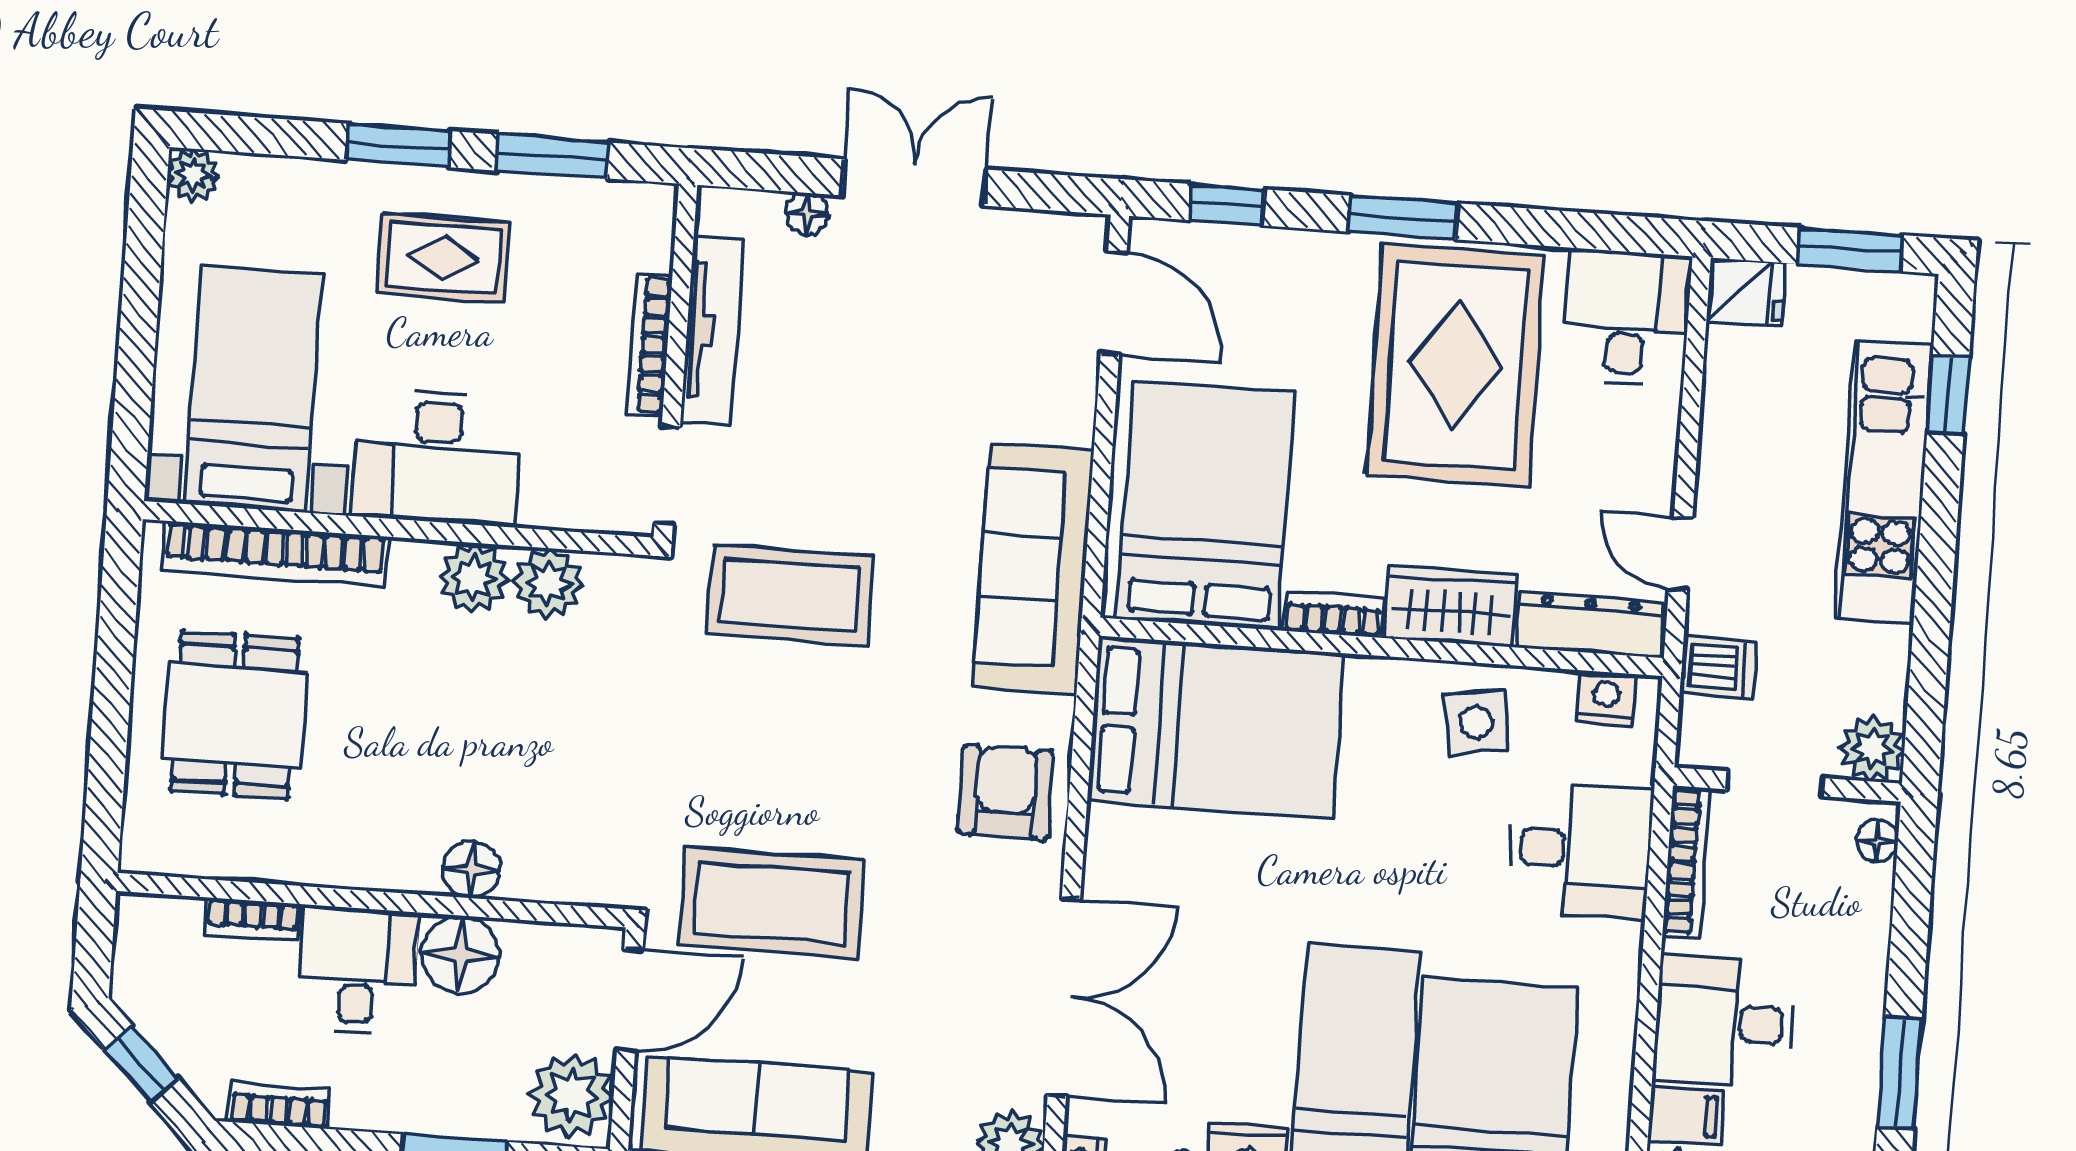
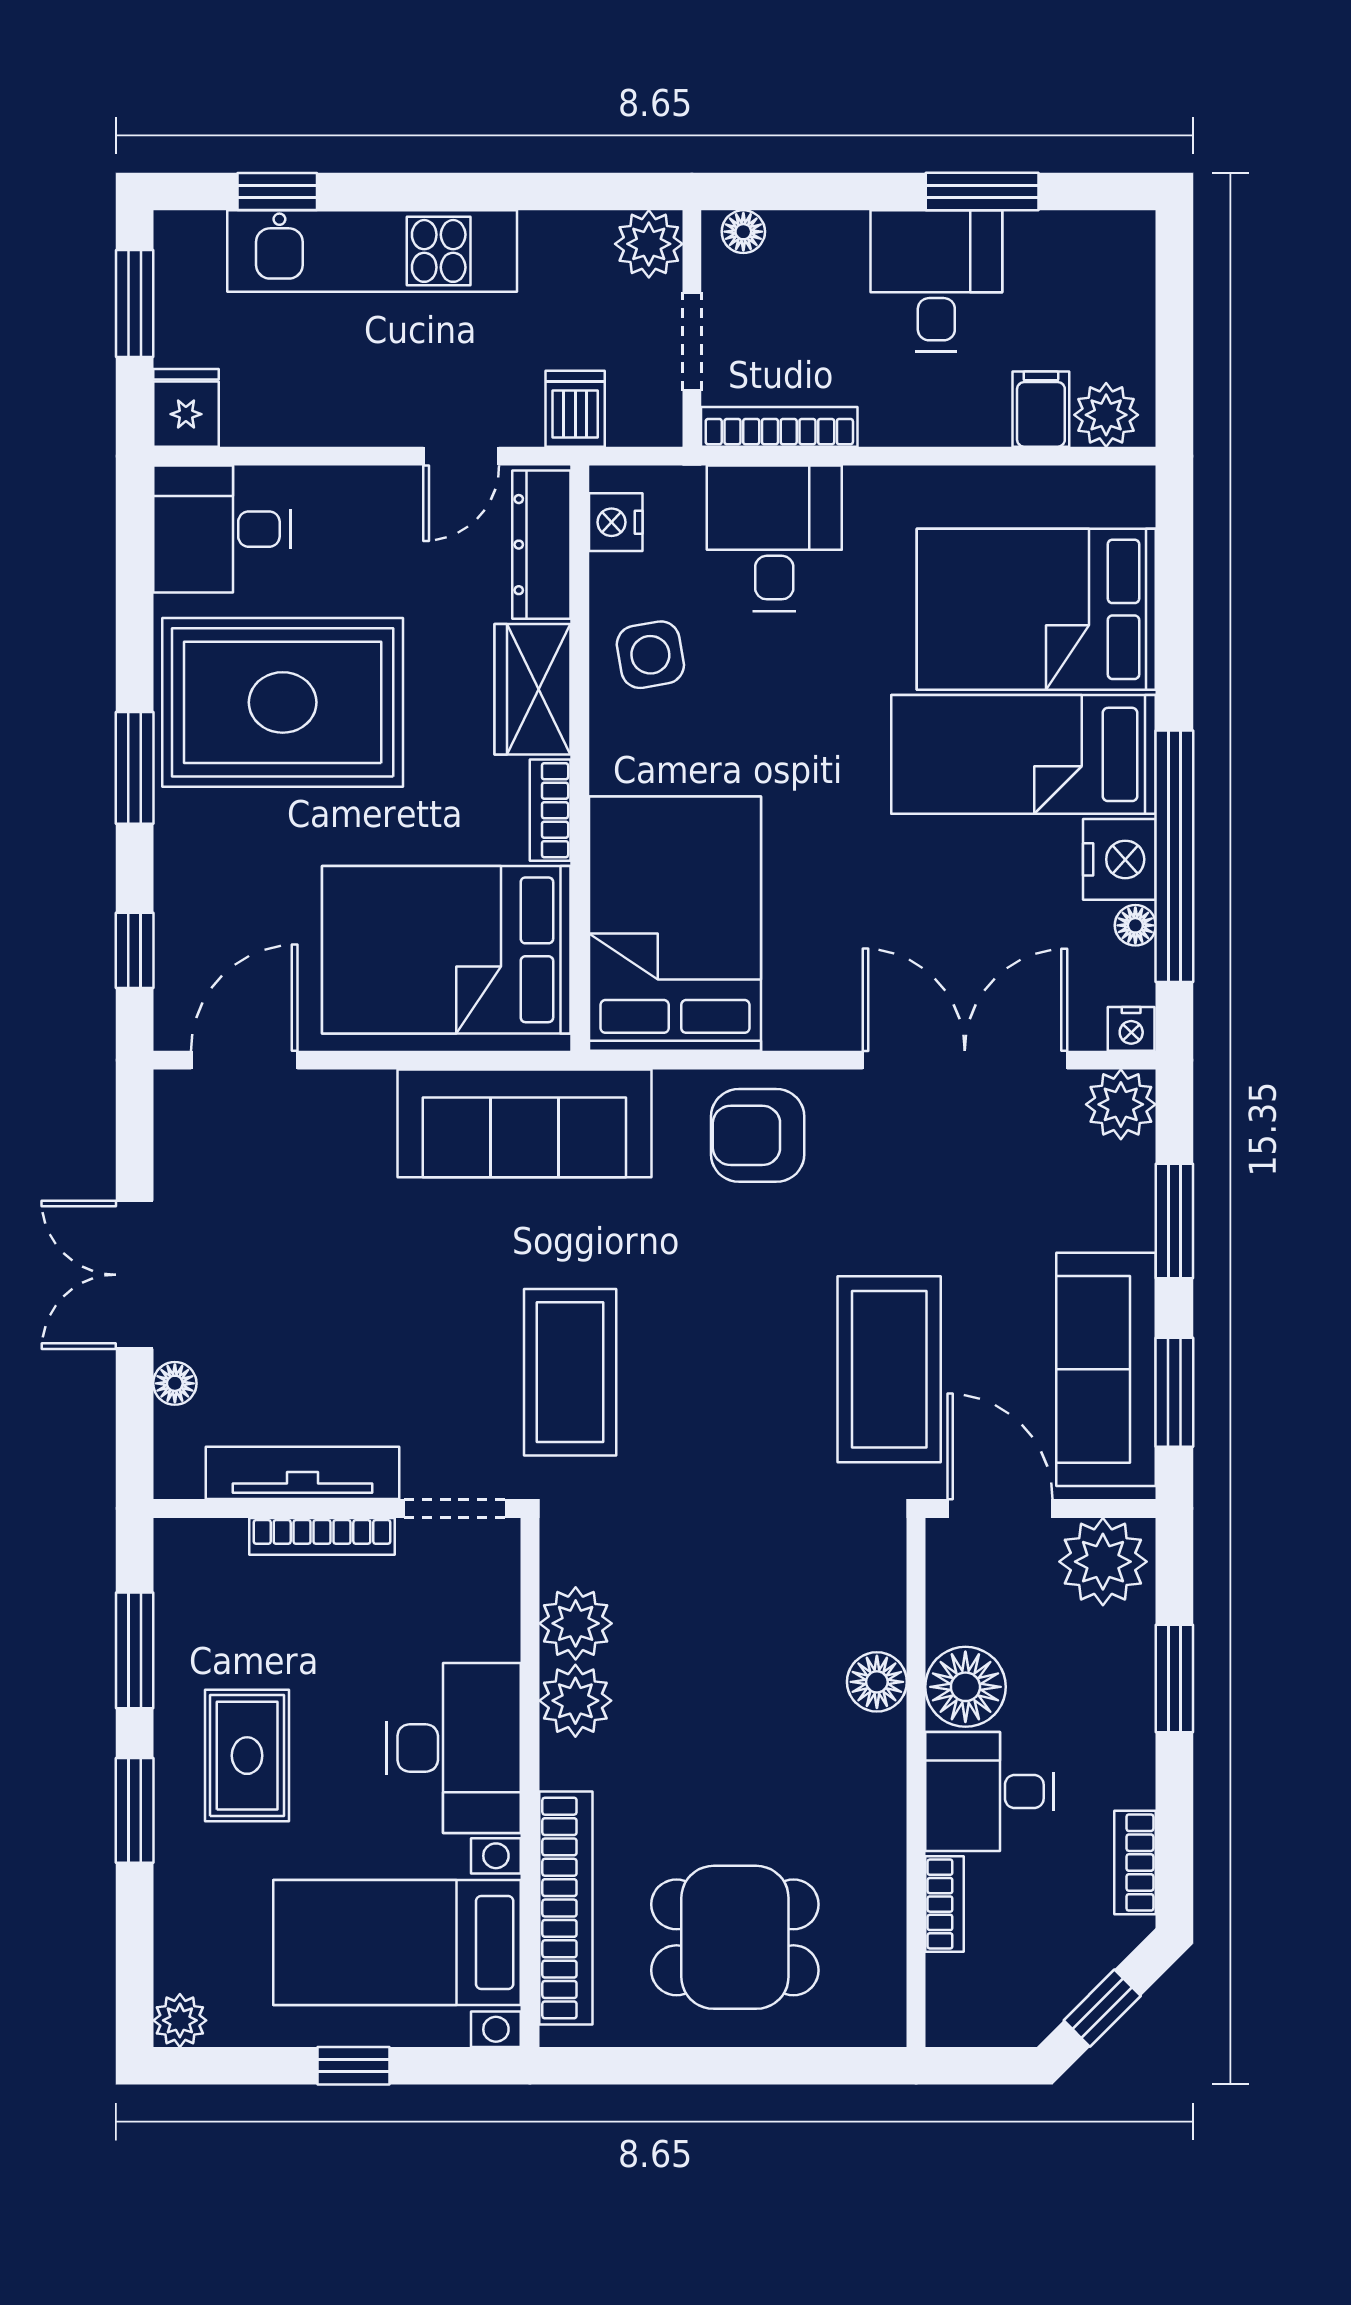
window: (137, 339) -> (354, 2066), added
desk: (1724, 1022) -> (936, 281), moved, turned 180

